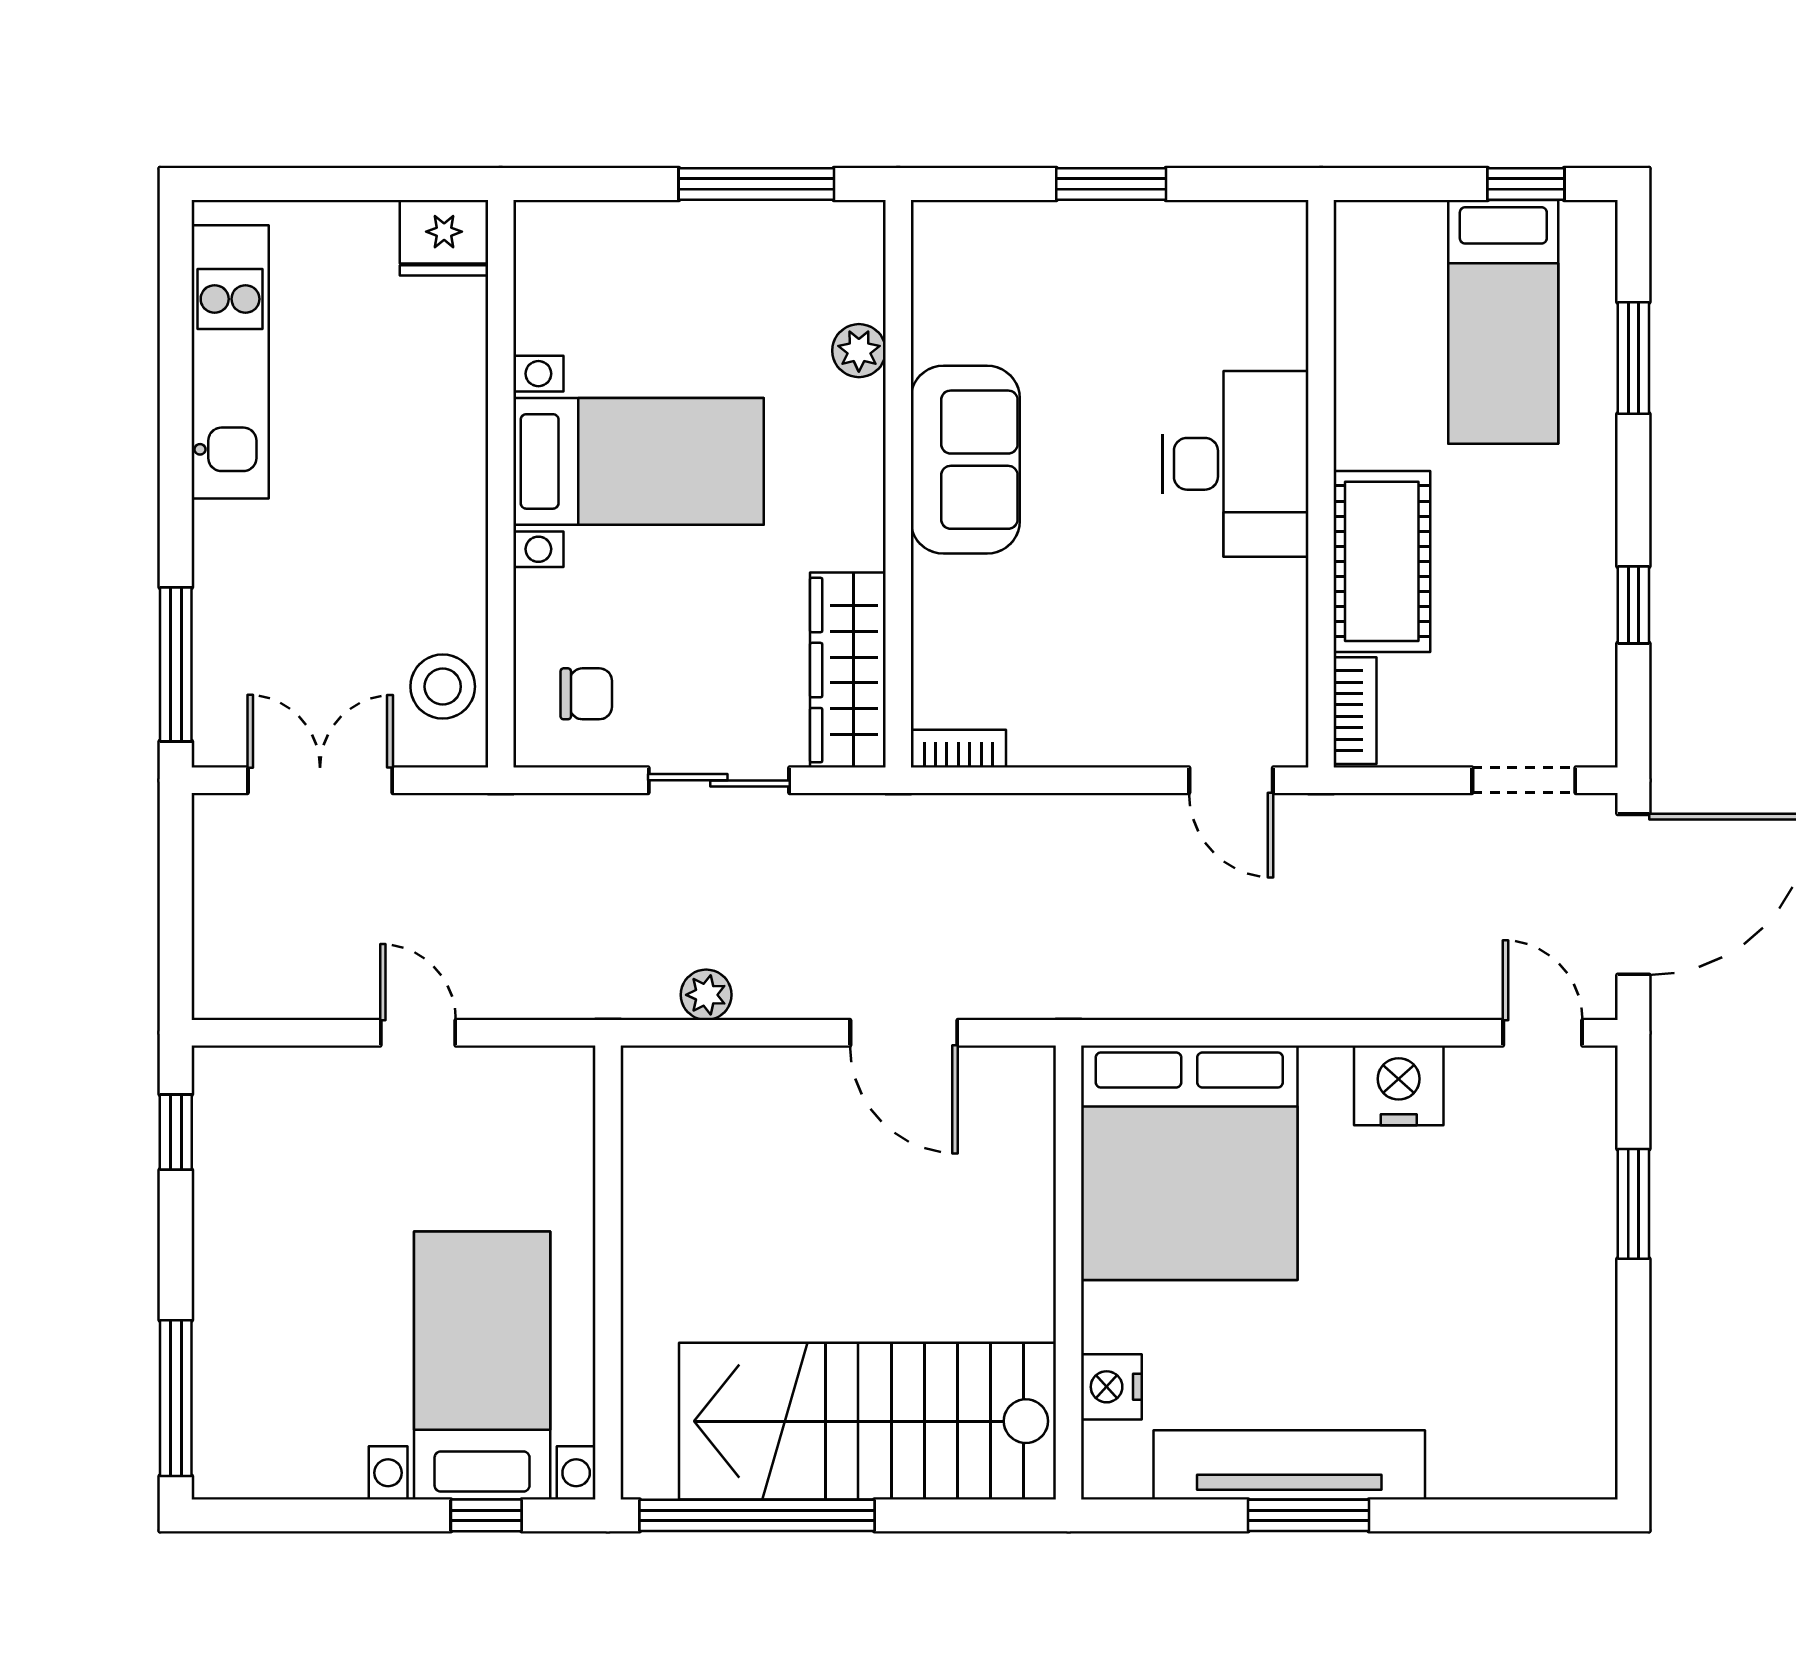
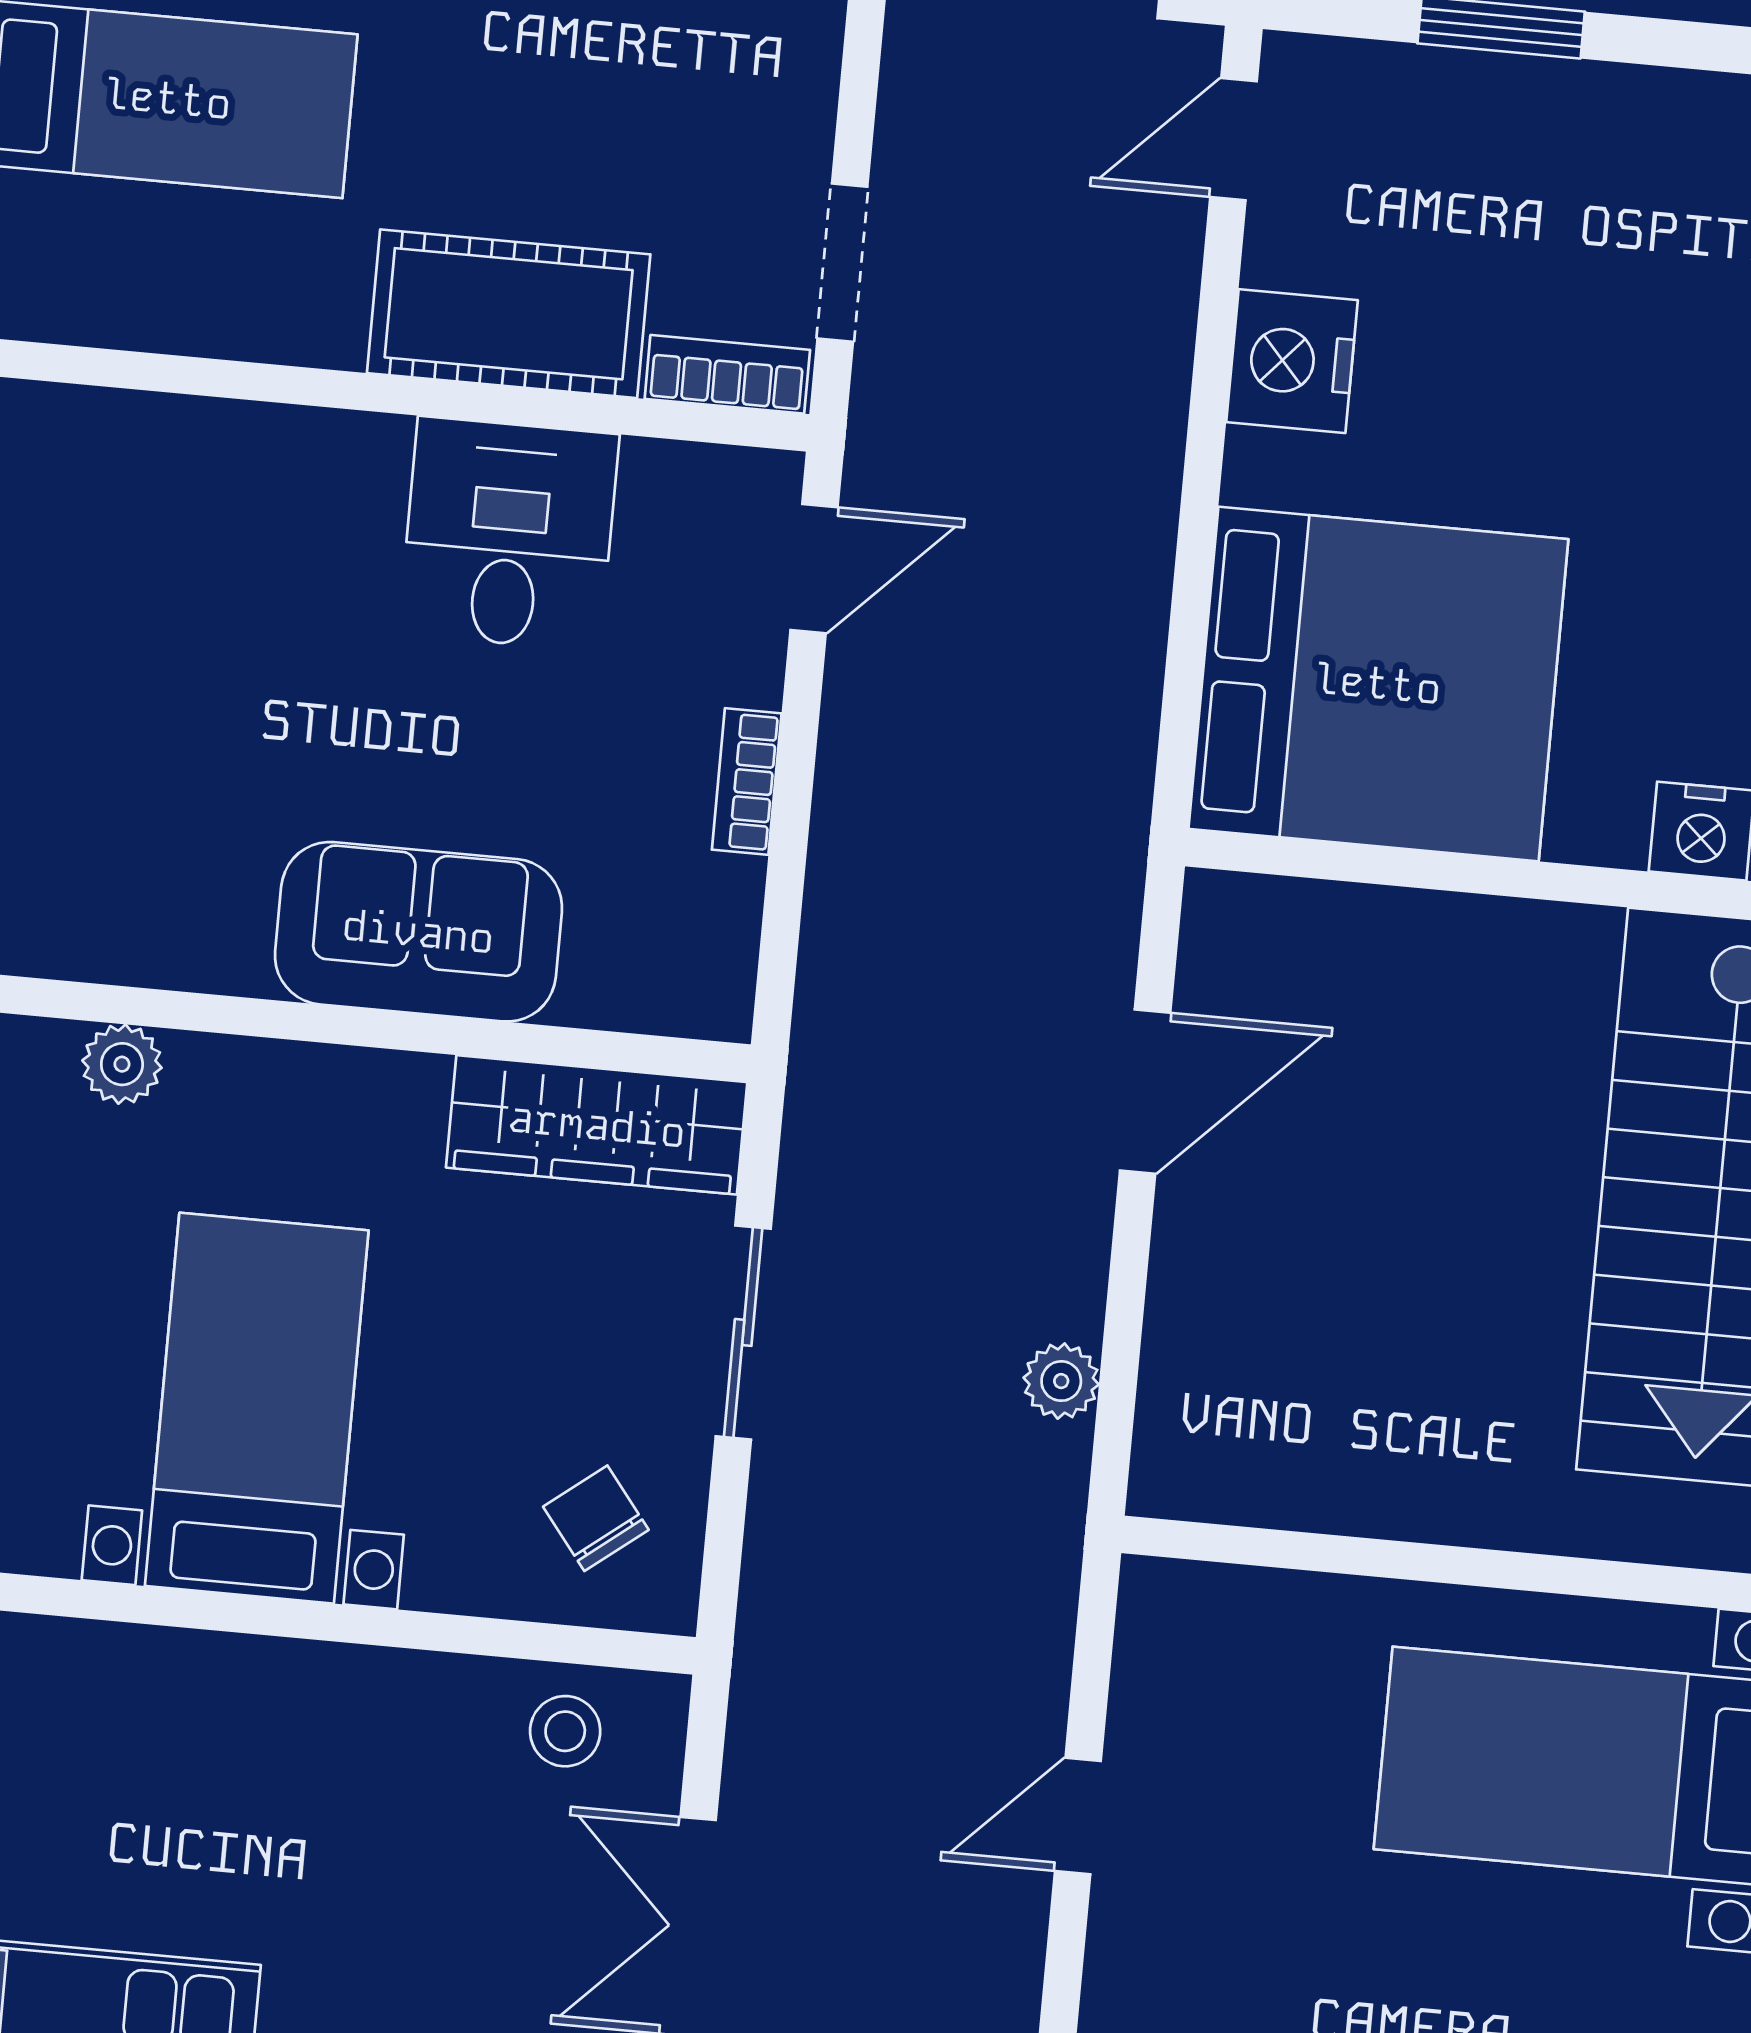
sofa: (965, 460) -> (418, 932), moved
desk: (1235, 464) -> (509, 534), moved, width x0.73
stool: (443, 687) -> (565, 1731), width x0.73, depth x0.73
chair: (586, 694) -> (596, 1518), turned -38
bookcase: (958, 749) -> (747, 781), moved
doorway: (1524, 780) -> (842, 263), moved

